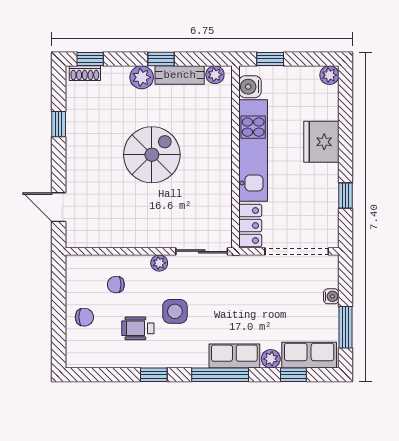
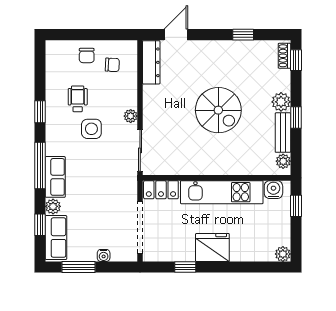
fridge: (321, 142) -> (212, 248), moved
dresser: (93, 238) -> (151, 62), added
chair: (116, 285) -> (112, 65), moved, turned 93

